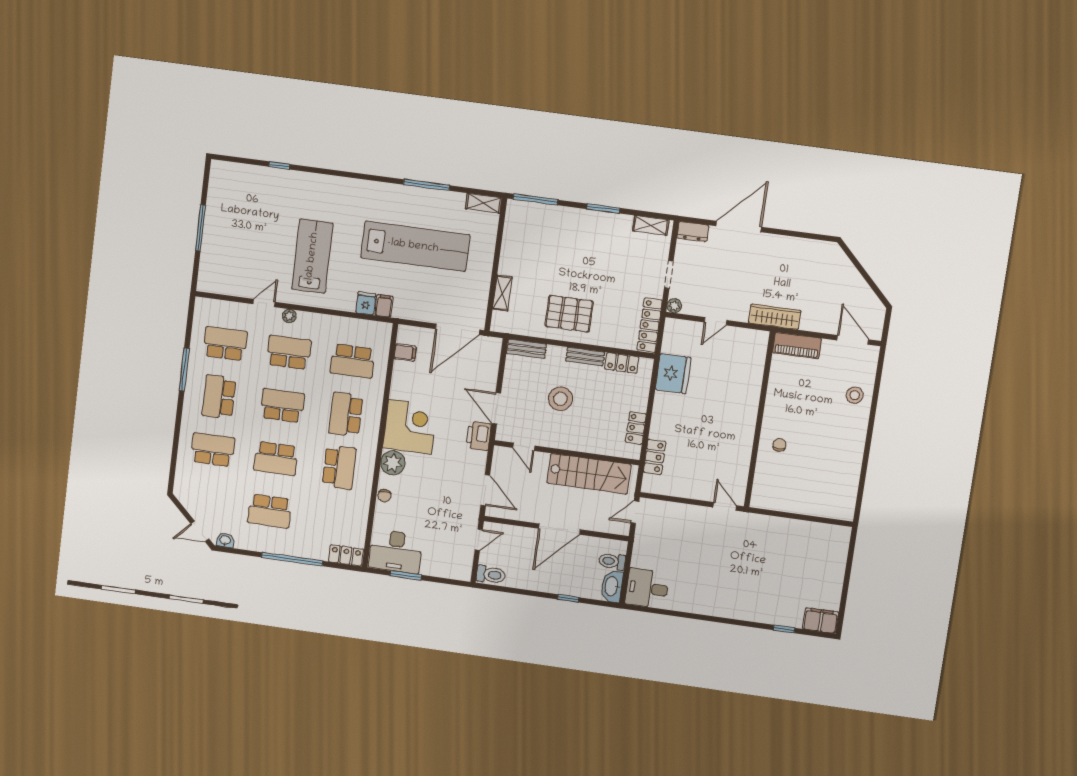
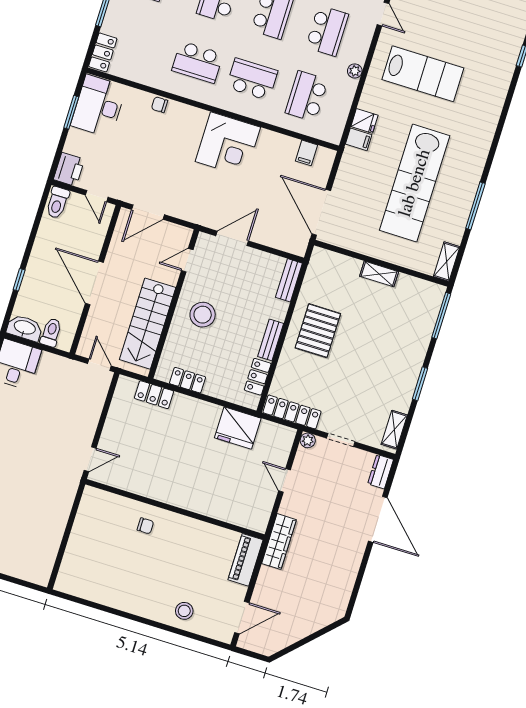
shelving: (502, 293) -> (379, 274), moved
plant: (289, 316) -> (355, 71), moved
stool: (560, 399) -> (203, 315), moved
printer: (479, 436) -> (69, 169), moved, turned 90
plant: (393, 463) -> (193, 120), removed

